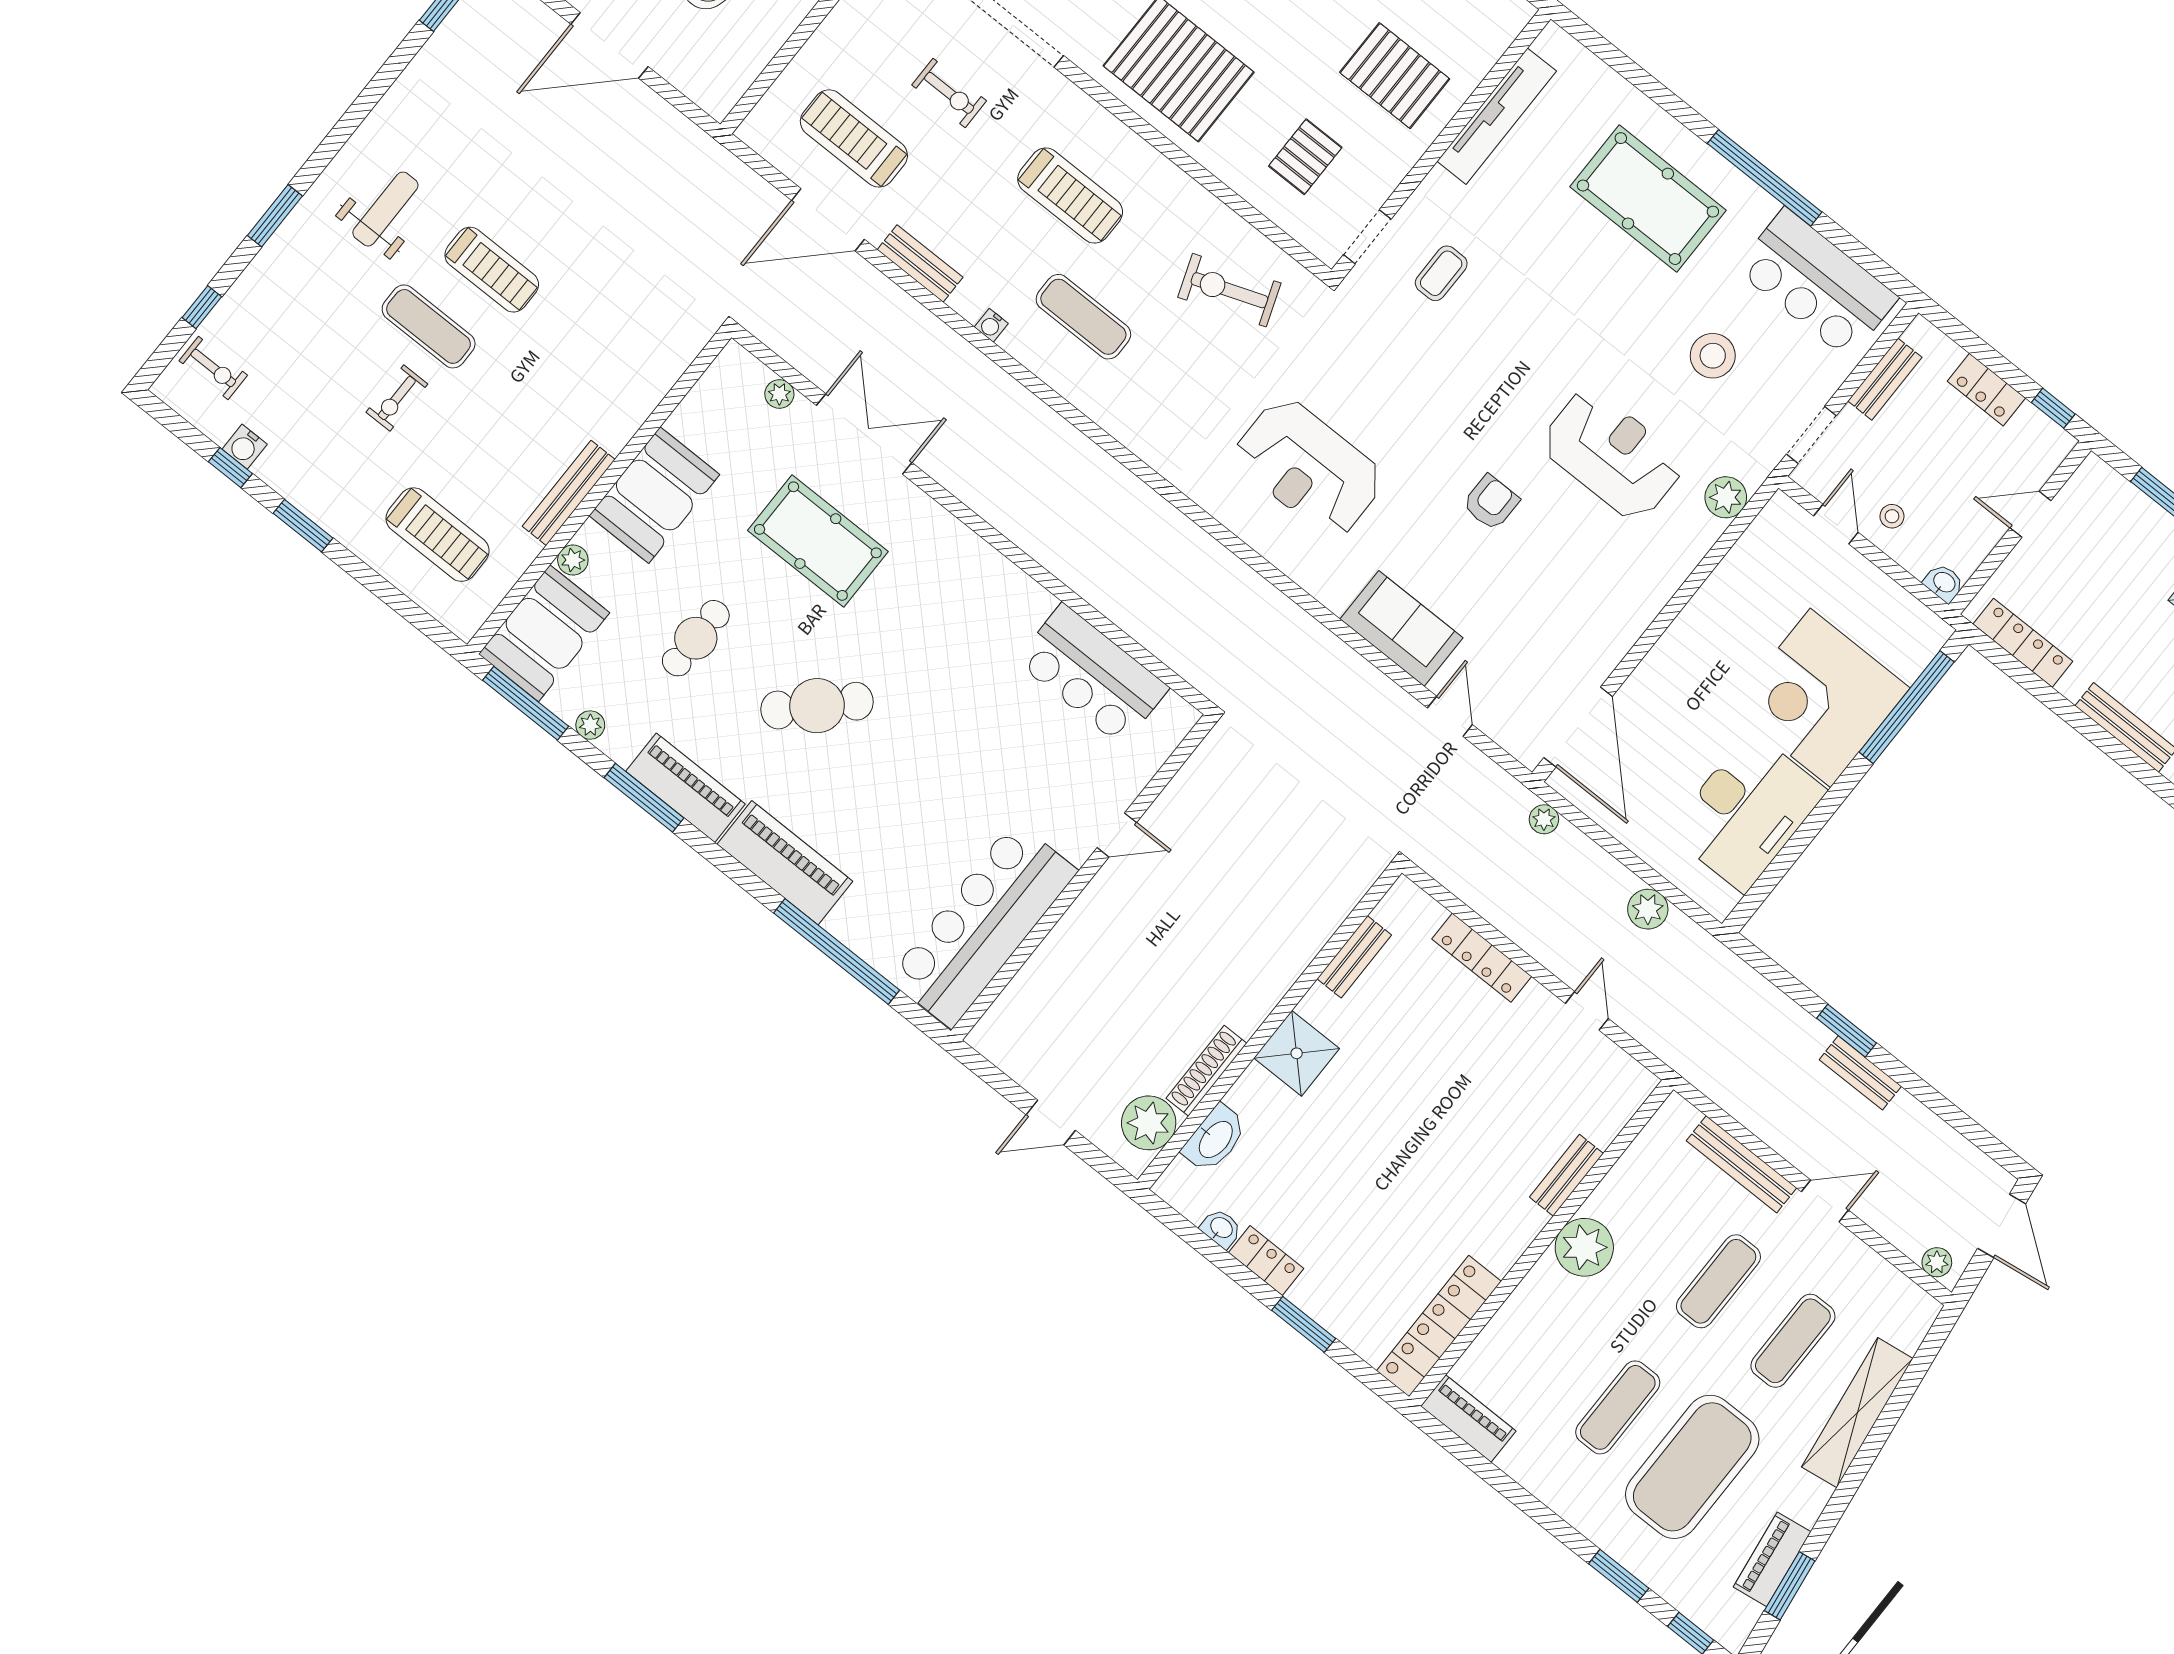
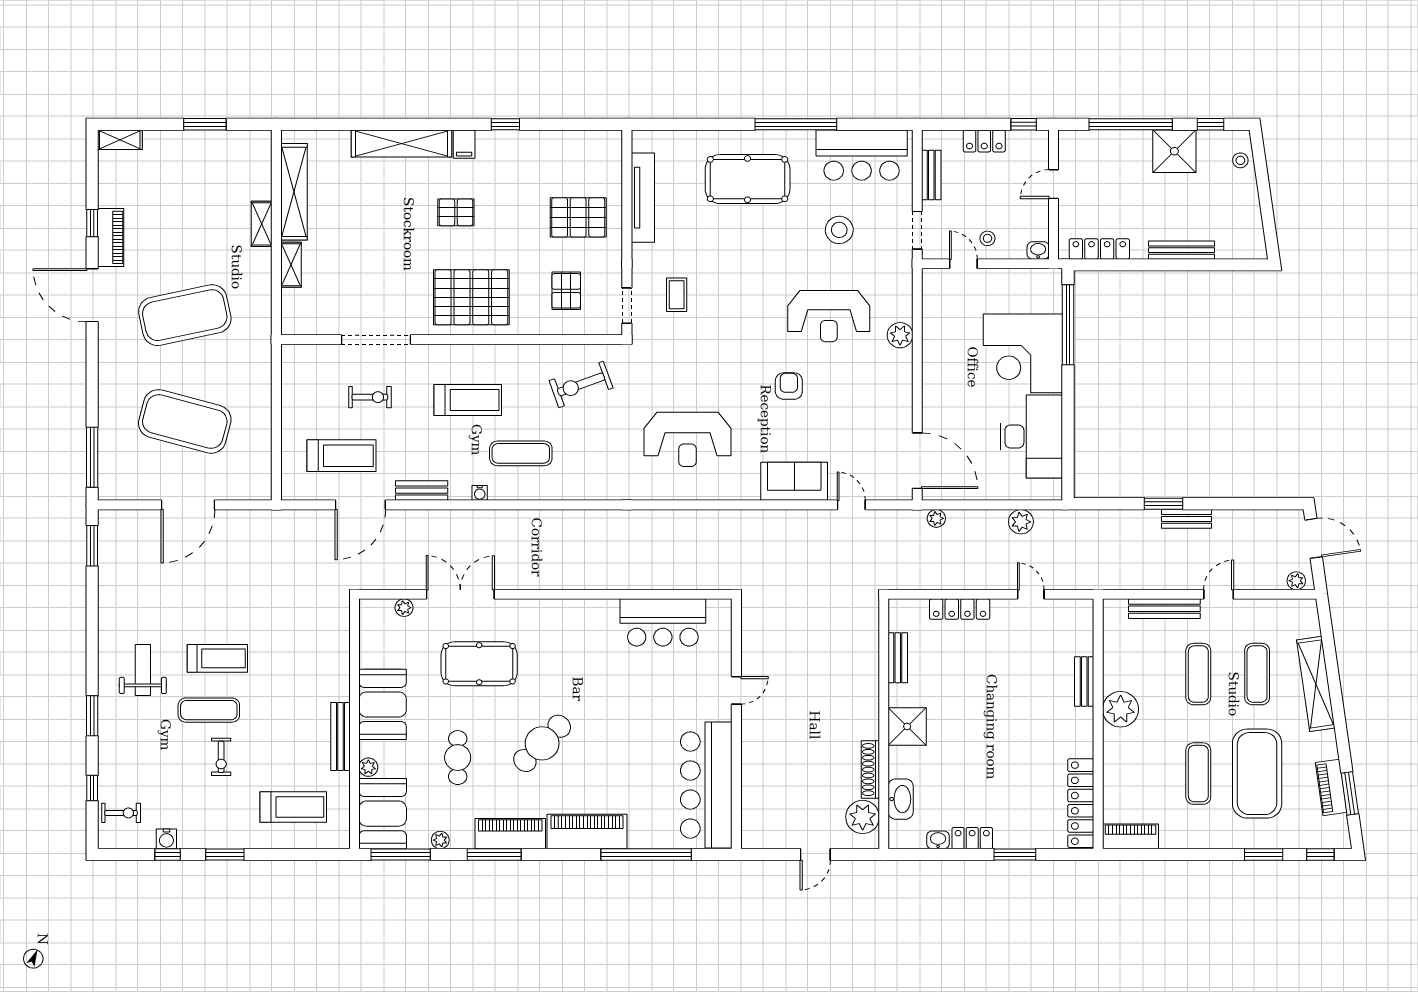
treadmill: (854, 138) -> (342, 456), turned 180
reception desk: (1612, 454) -> (829, 316), turned 180
plant: (1726, 497) -> (900, 335), moved

